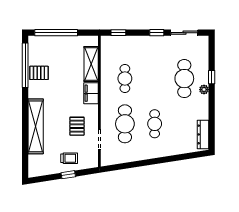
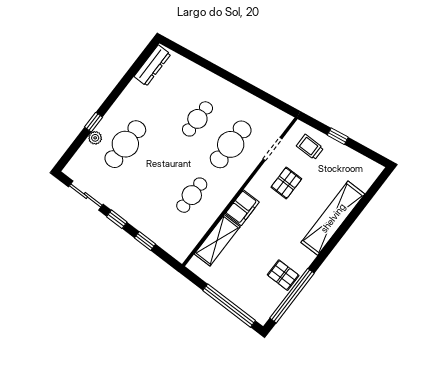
window: (118, 33) -> (145, 241), moved
plant: (204, 90) -> (95, 138), moved
trolley: (69, 158) -> (310, 147), moved

